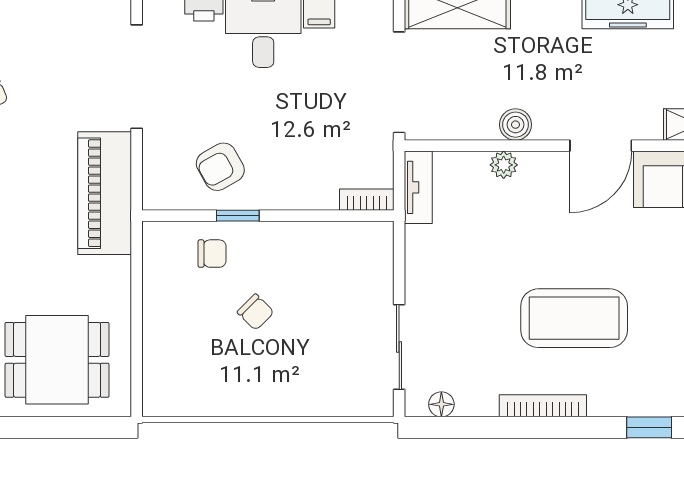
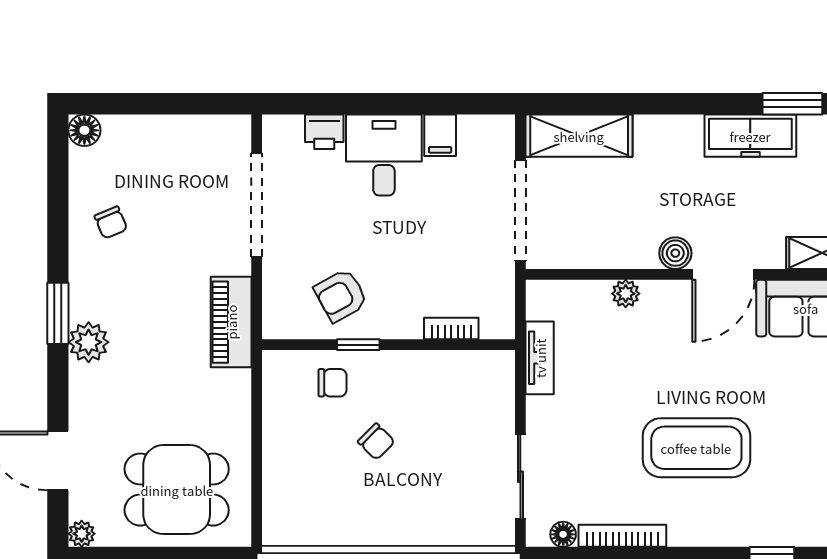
boiler: (516, 125) -> (675, 253), moved
tv unit: (418, 187) -> (540, 358), moved
piano: (105, 193) -> (231, 322), width x0.73, depth x0.75
bookcase: (367, 200) -> (451, 329), moved
bookcase: (543, 406) -> (622, 536), moved

